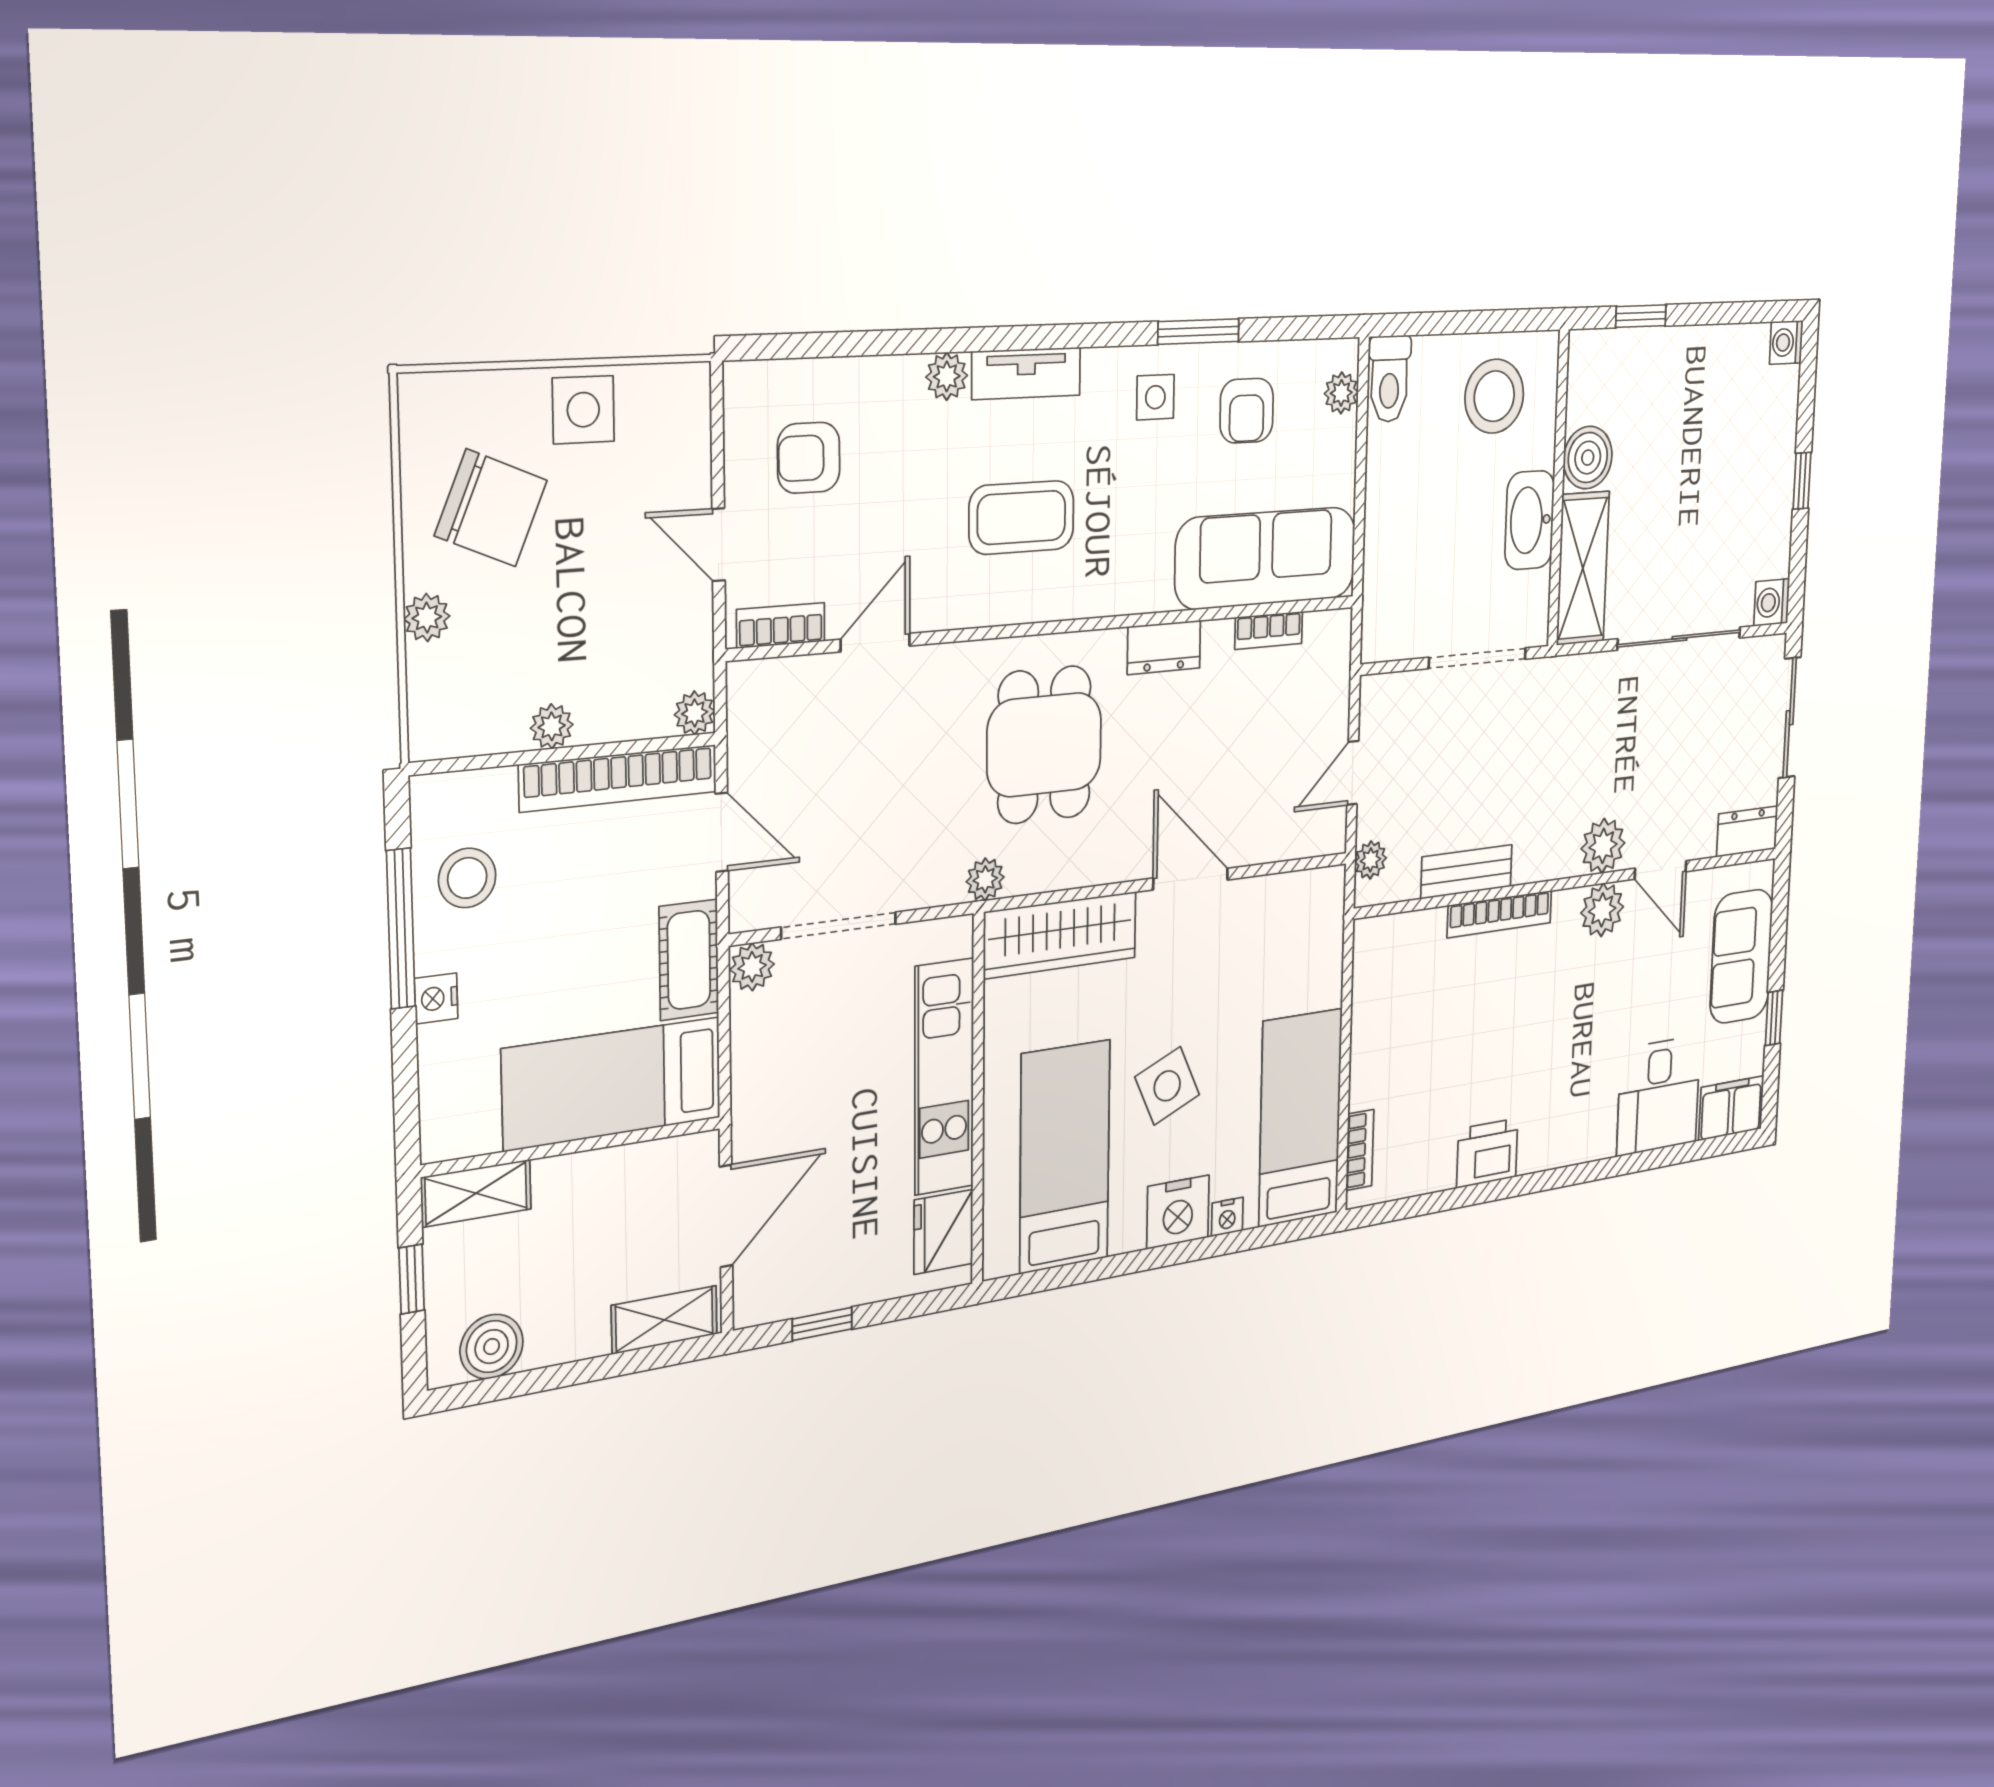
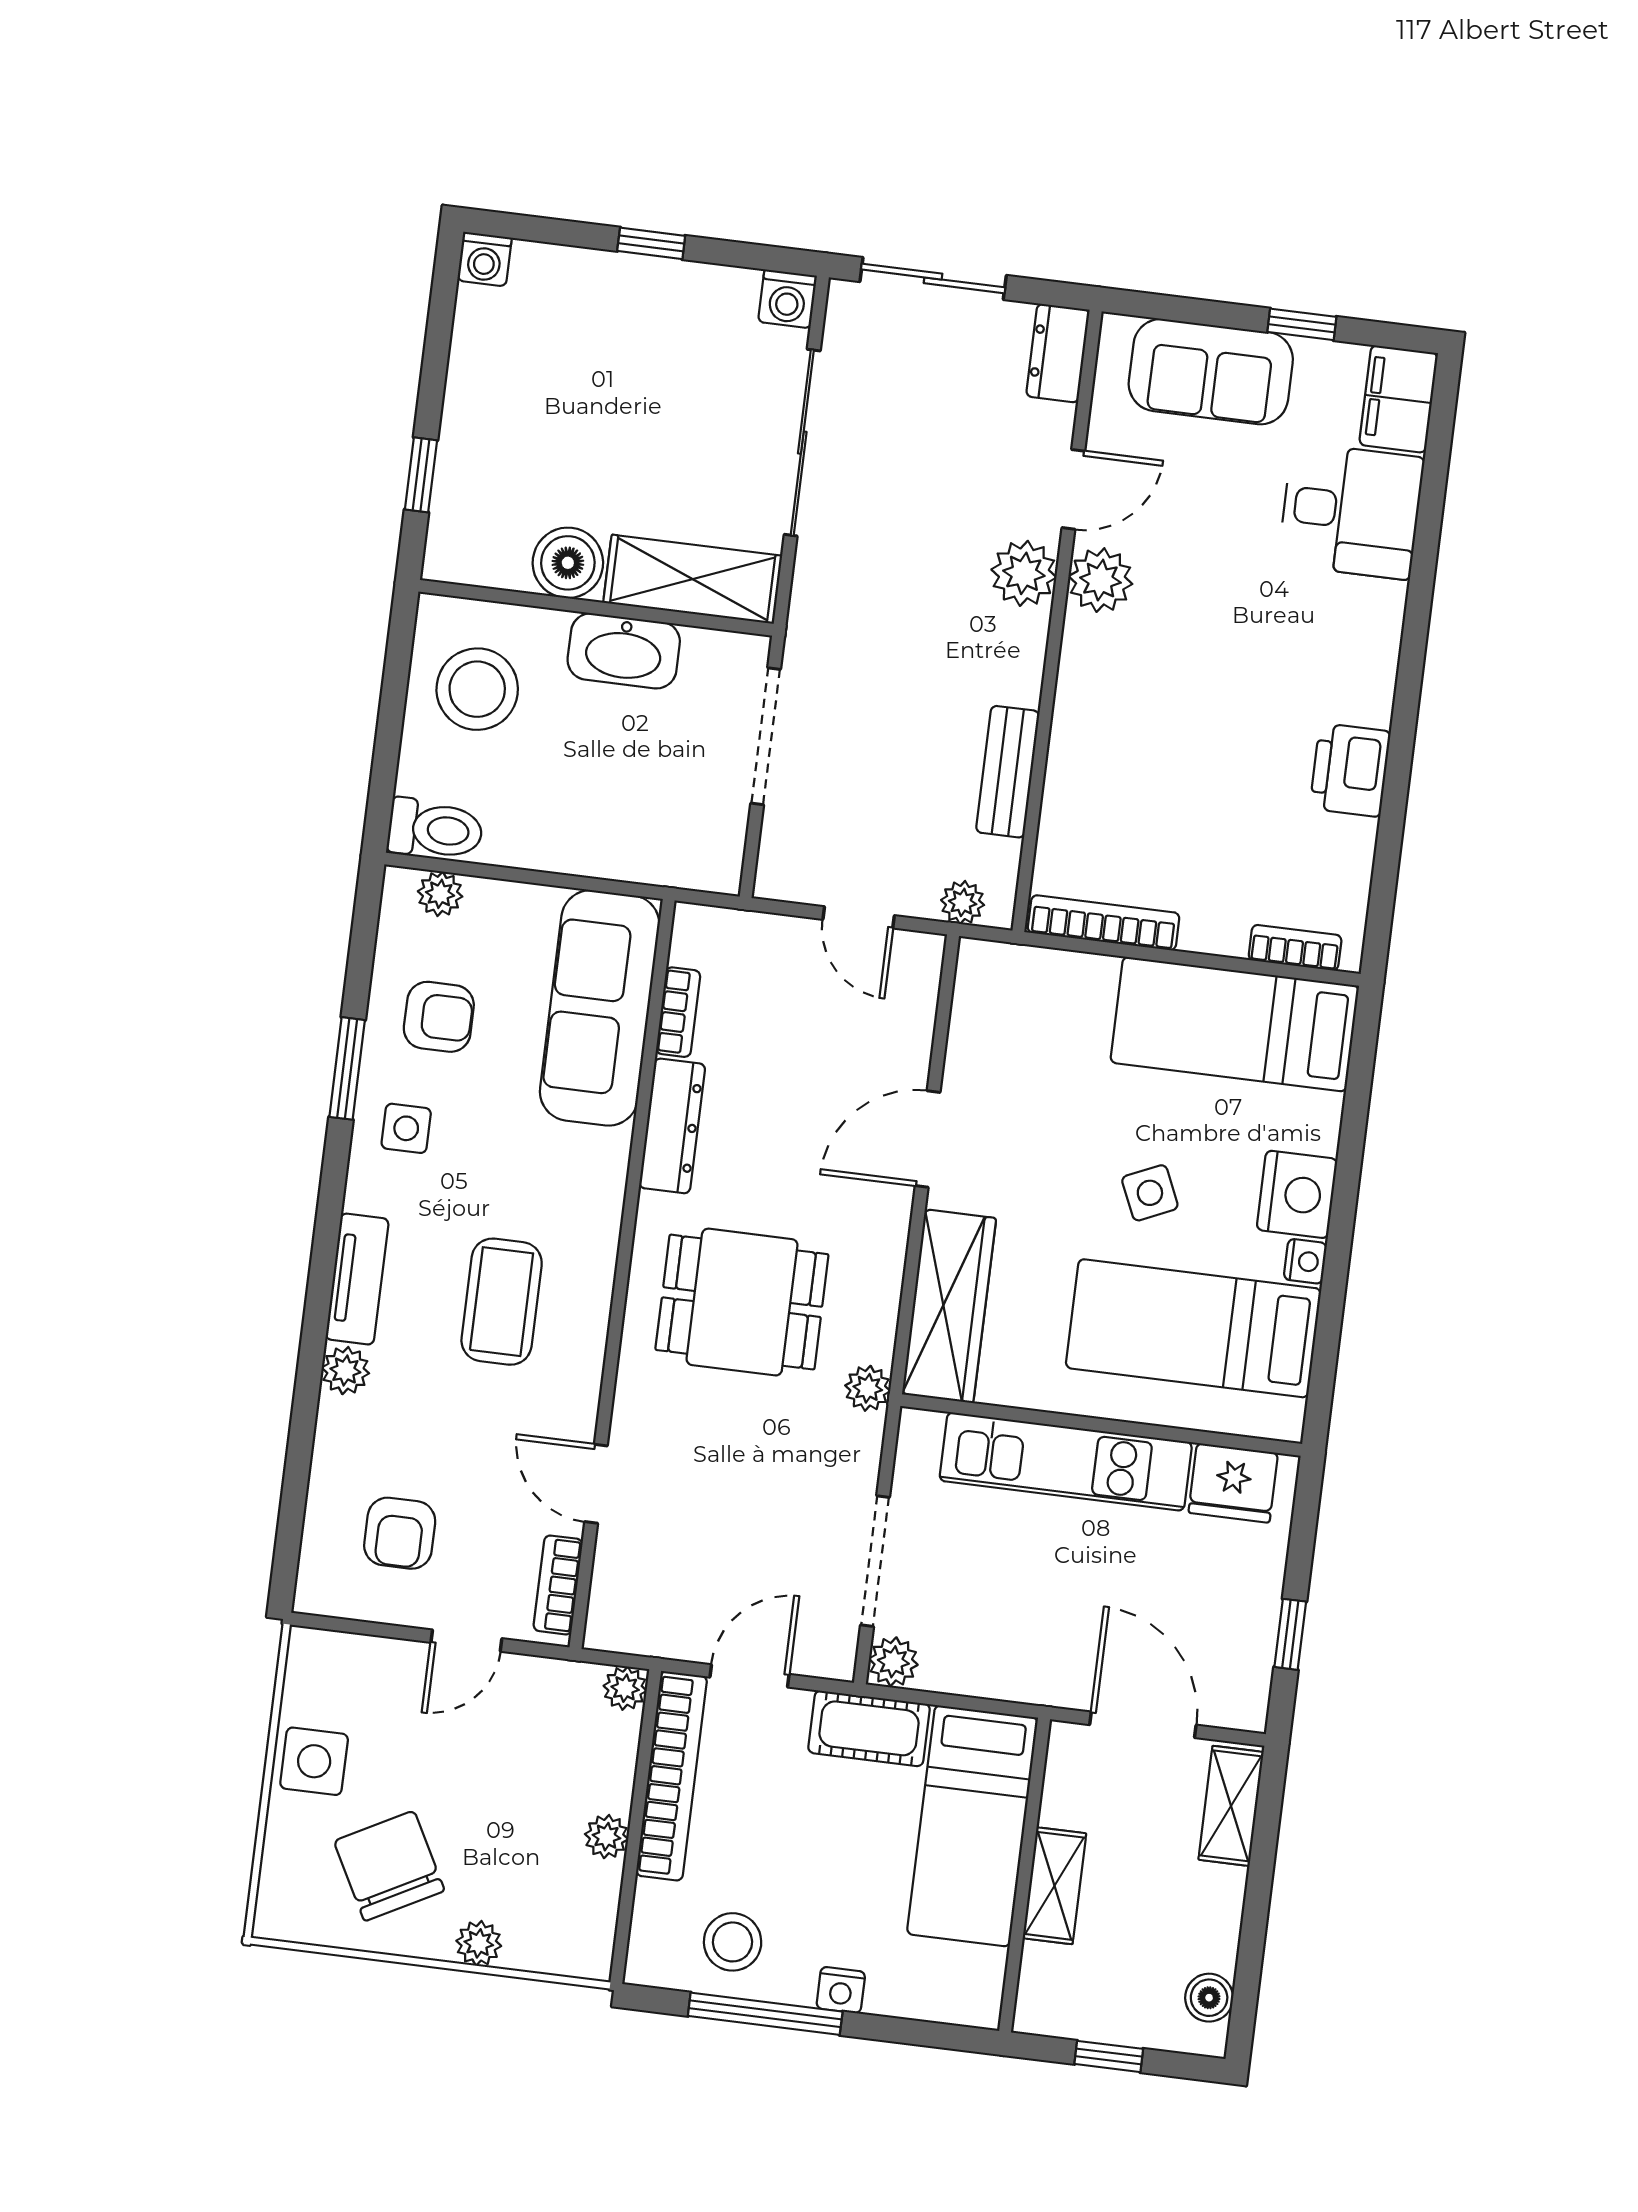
chair: (491, 508) -> (389, 1866), turned -51
dresser: (1164, 647) -> (672, 1126), width x1.44
bookcase: (1500, 914) -> (1104, 923), moved, turned -90
side table: (1167, 1086) -> (1150, 1193), width x0.73, depth x0.73
shelving: (476, 1193) -> (1054, 1886), moved
nightstand: (1227, 1217) -> (1305, 1261), moved
boiler: (492, 1347) -> (1209, 1998), width x0.73, depth x0.73

